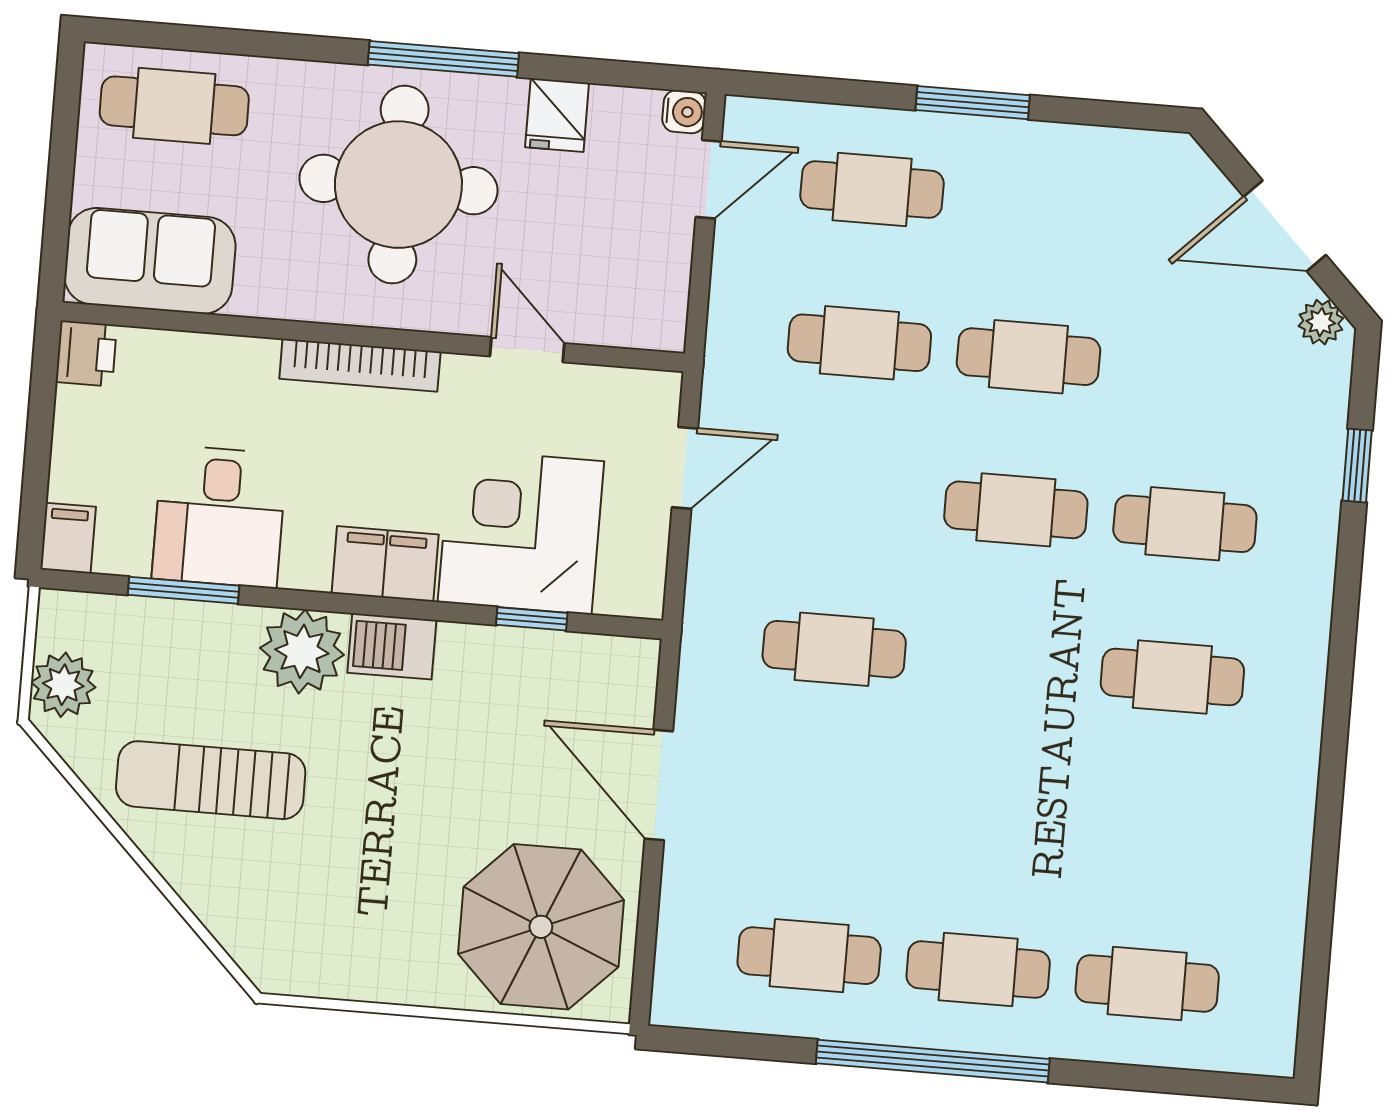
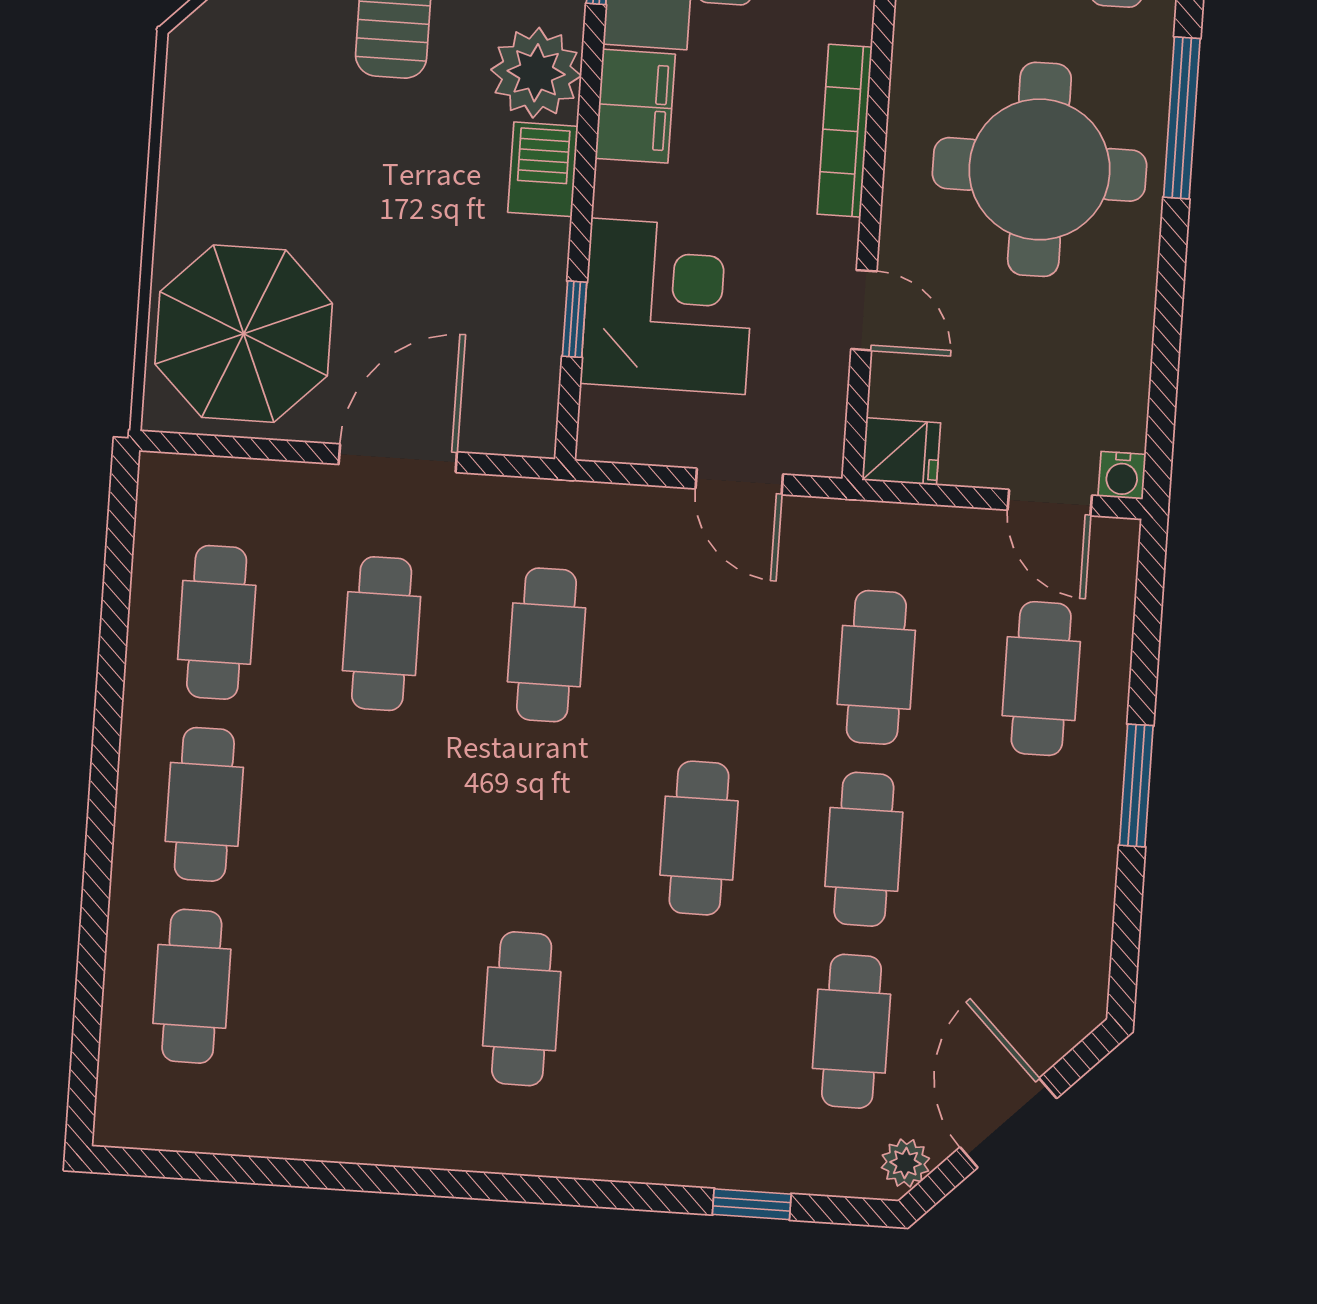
window: (443, 59) -> (1182, 118), moved
fridge: (557, 115) -> (901, 452), moved, turned 180
door: (527, 350) -> (864, 310), hinge flipped
cafe table: (1185, 524) -> (851, 1031), moved
filing cabinet: (385, 564) -> (635, 106), moved
cafe table: (822, 802) -> (382, 634), added
window: (933, 1061) -> (105, 757), removed

